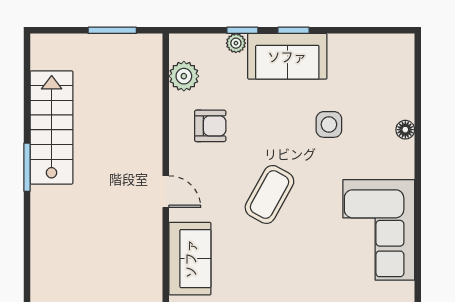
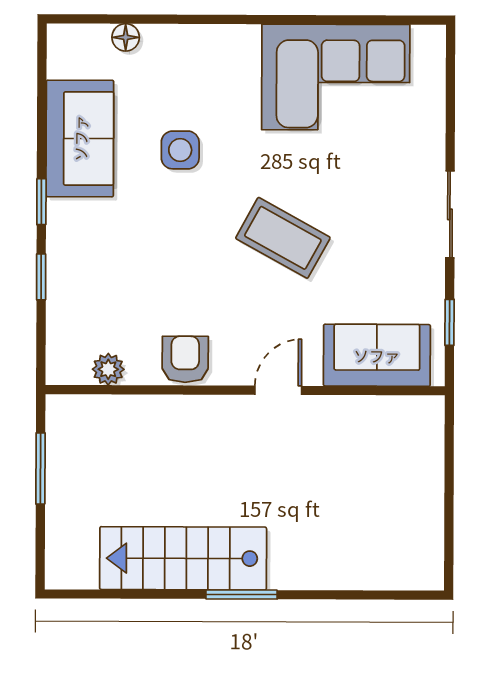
plant: (236, 43) -> (60, 286), removed
sofa: (287, 56) -> (80, 138), moved
plant: (184, 76) -> (108, 369), width x0.73, depth x0.73
armchair: (210, 126) -> (185, 359), moved
floor lamp: (405, 130) -> (126, 37), moved

